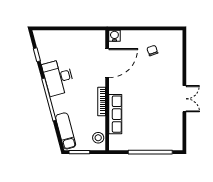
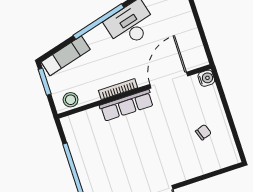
door: (107, 63) -> (169, 80), swing flipped
row of seats: (115, 114) -> (127, 105), moved

